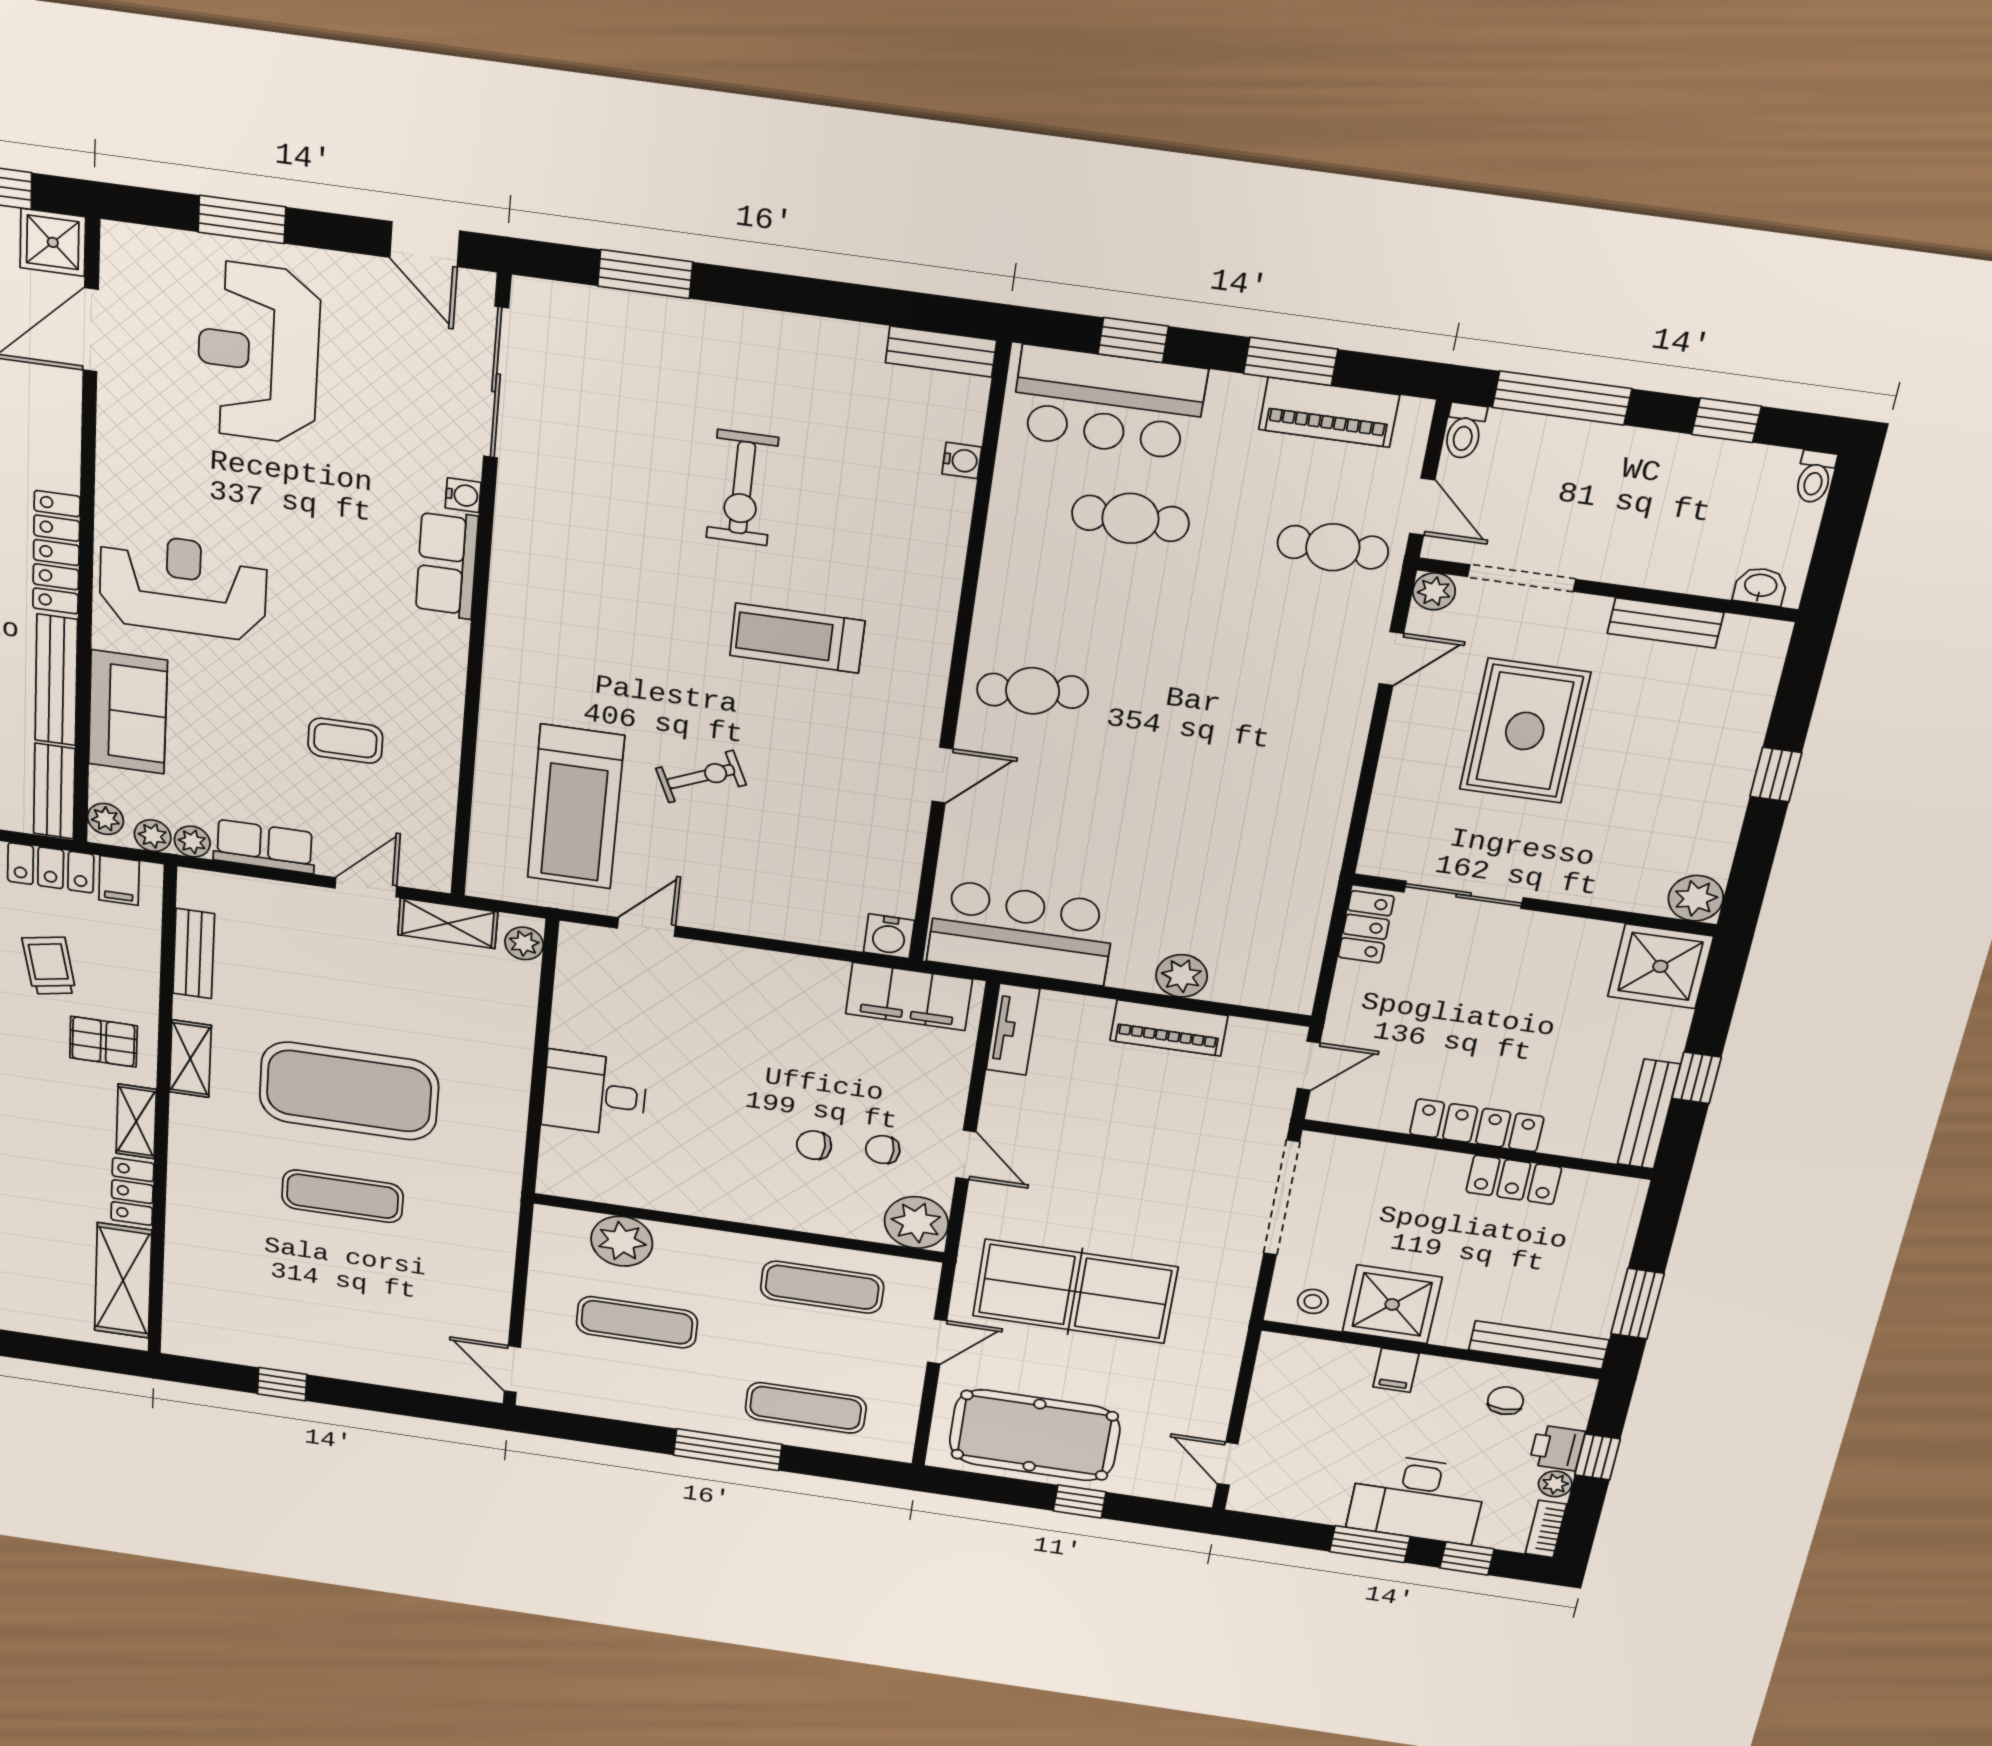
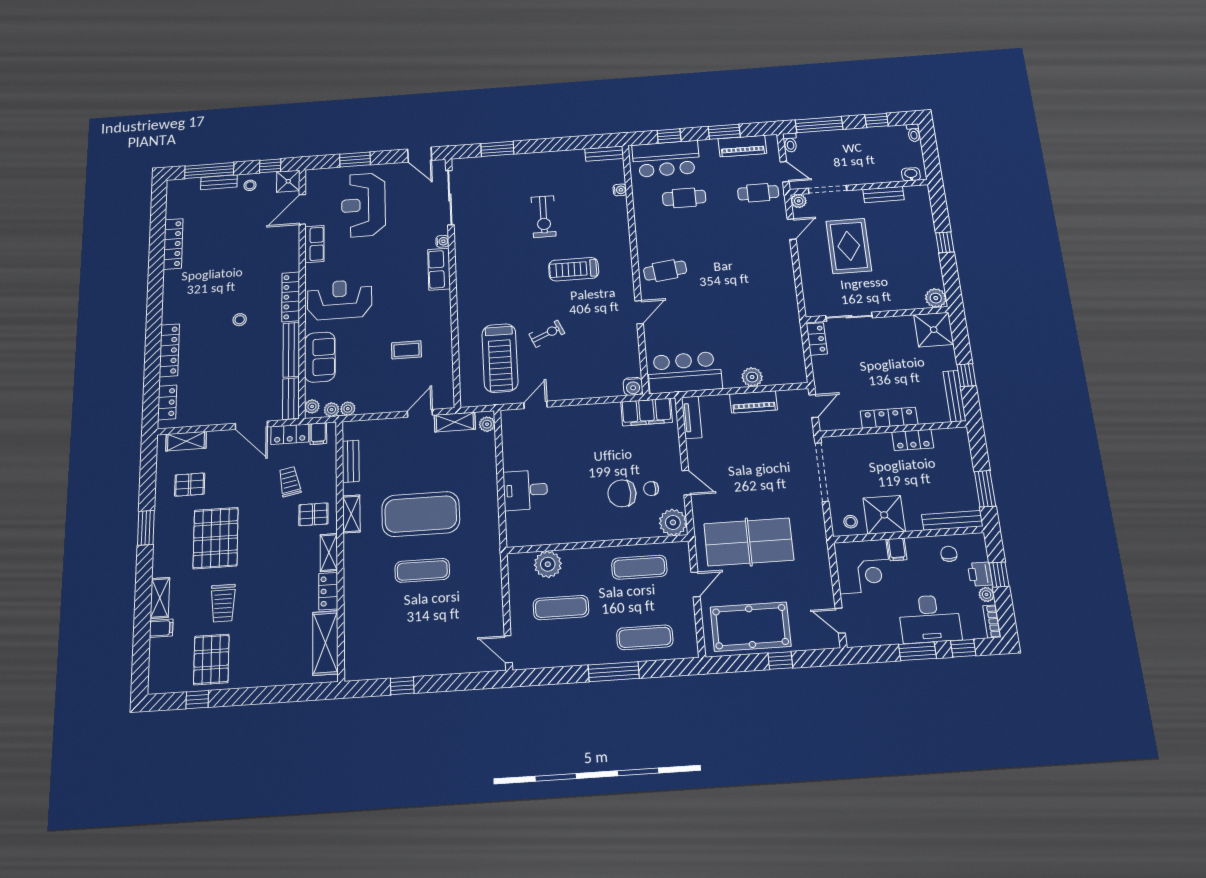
row of seats: (264, 846) -> (314, 244), moved, turned 90
chair: (814, 1145) -> (622, 493), width x1.87, depth x1.87
corner desk: (1310, 1384) -> (863, 566), added

